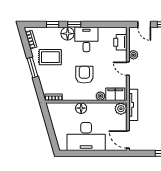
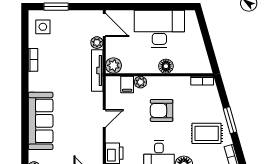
plant: (133, 55) -> (97, 43), moved
door: (128, 69) -> (104, 118), hinge flipped
armchair: (84, 75) -> (162, 110), turned 90
filing cabinet: (115, 94) -> (127, 84), width x0.50

